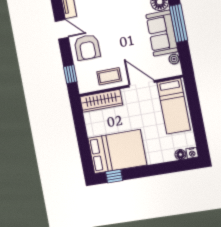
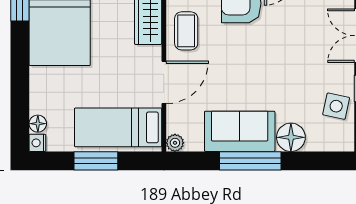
plant: (174, 59) -> (175, 143), moved
window: (196, 116) -> (96, 161), added

